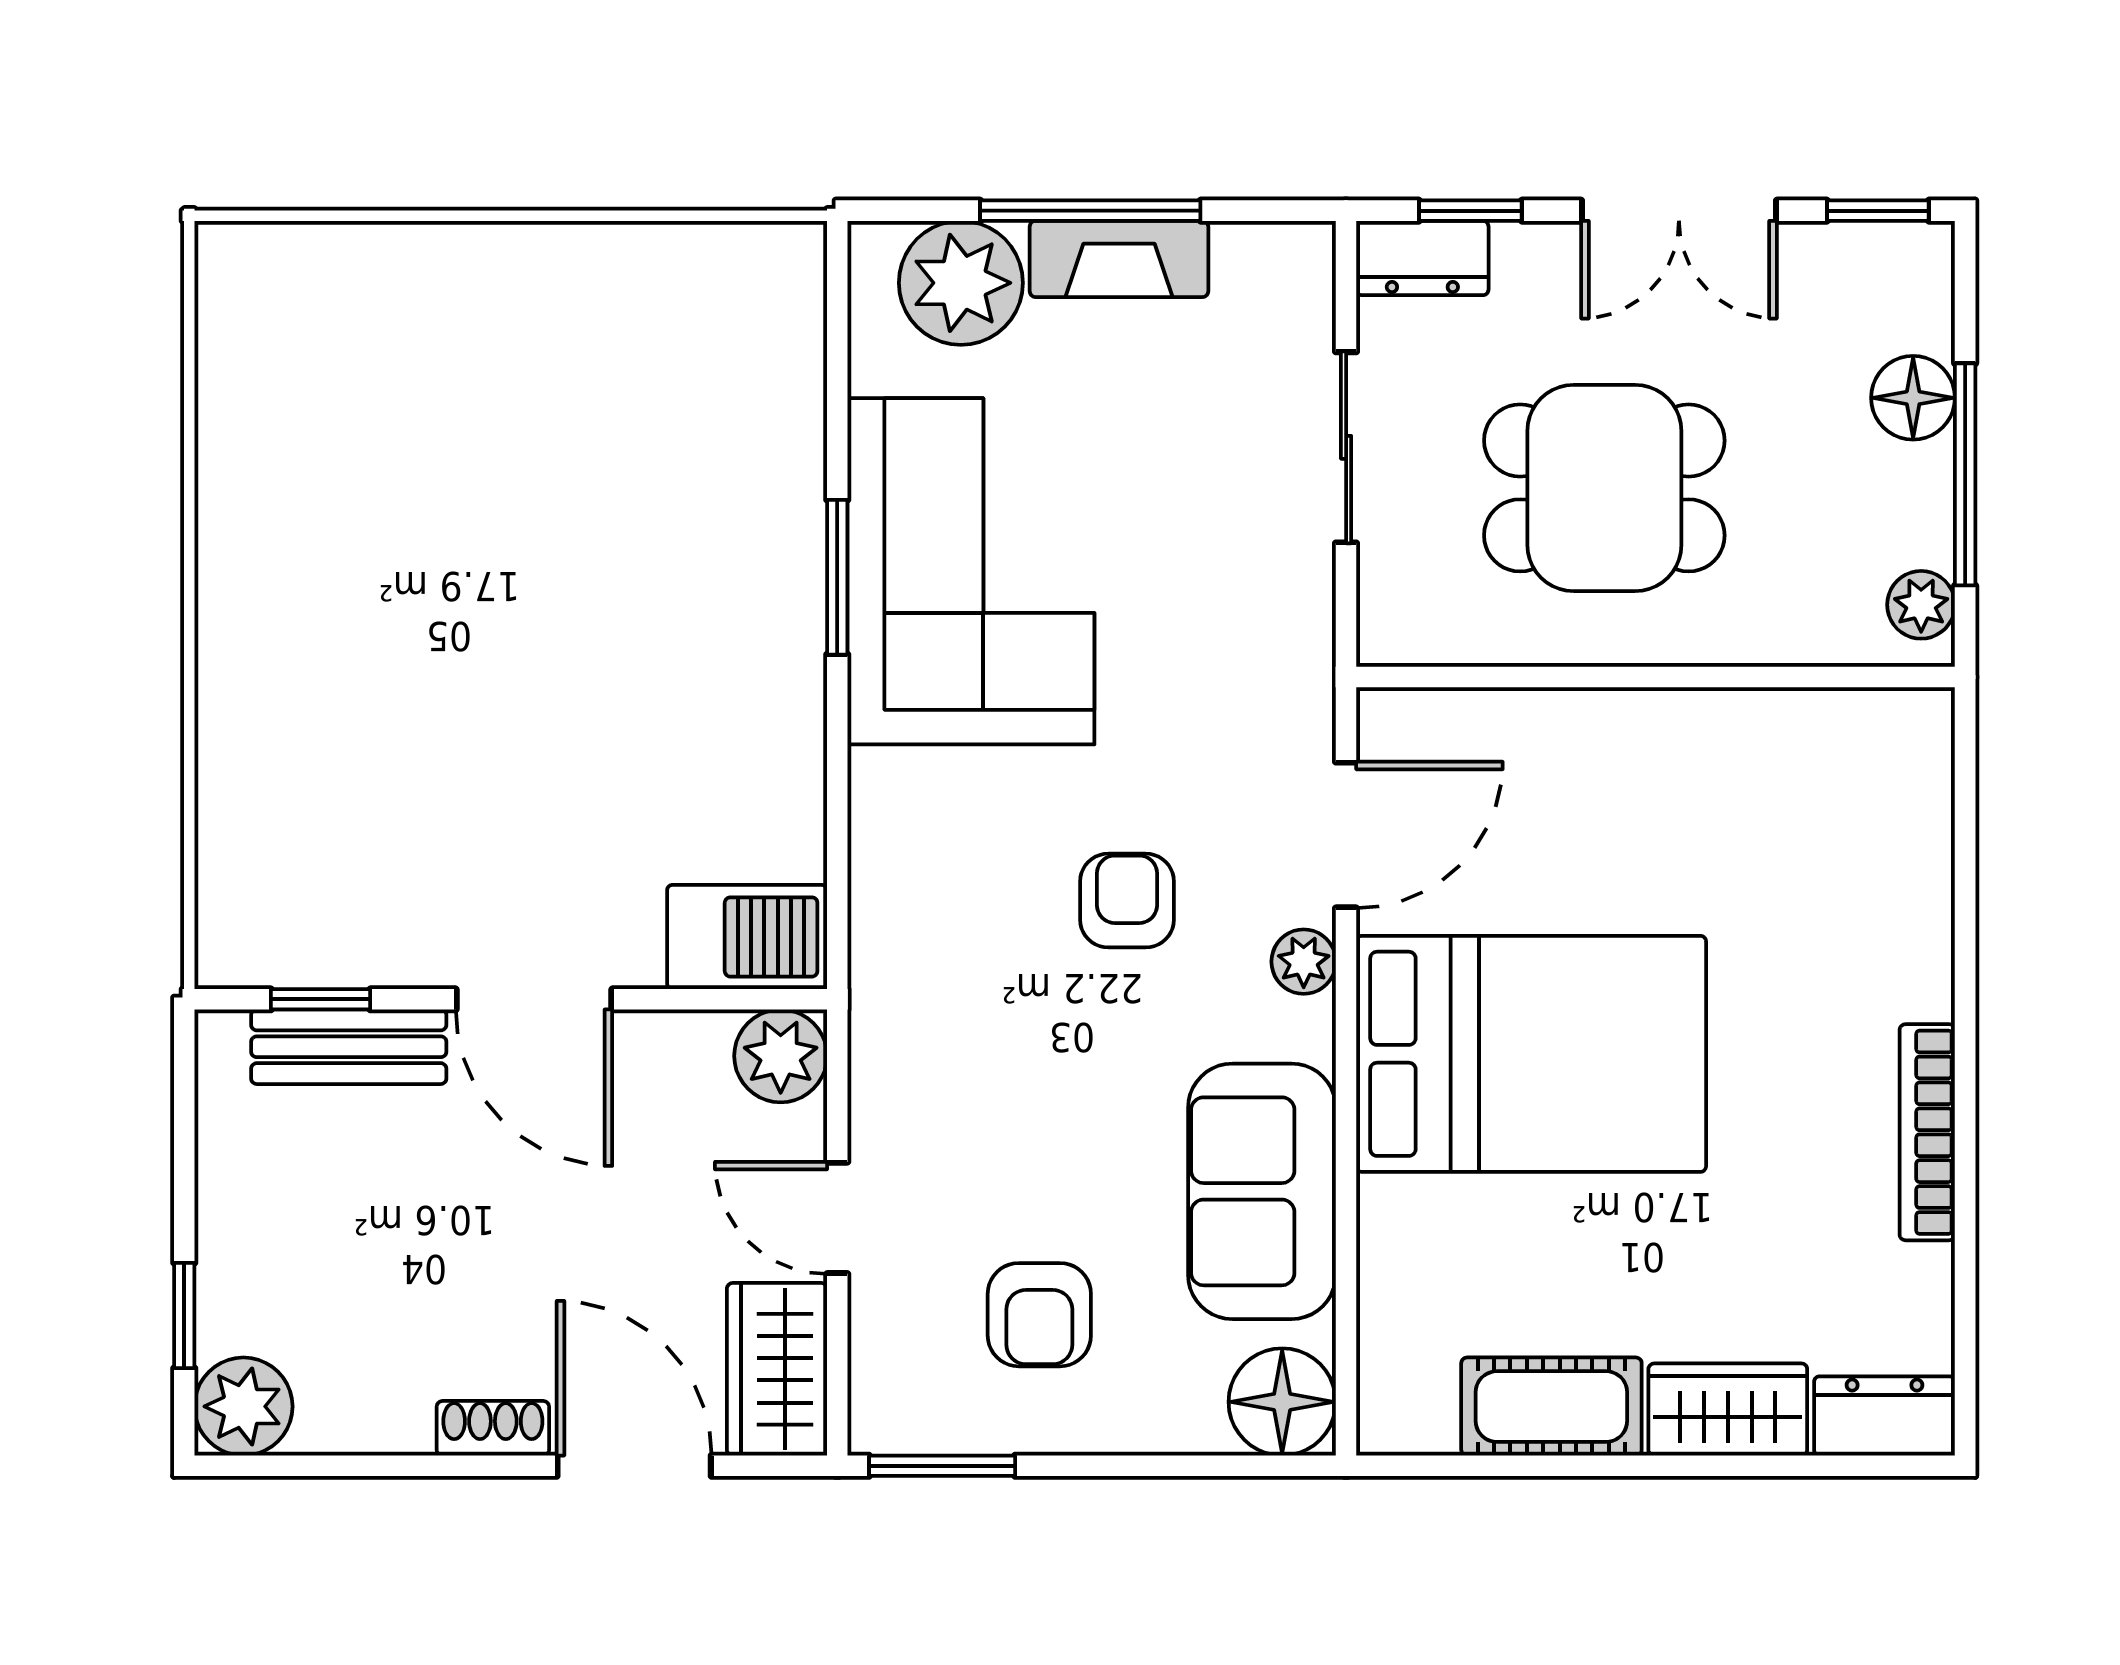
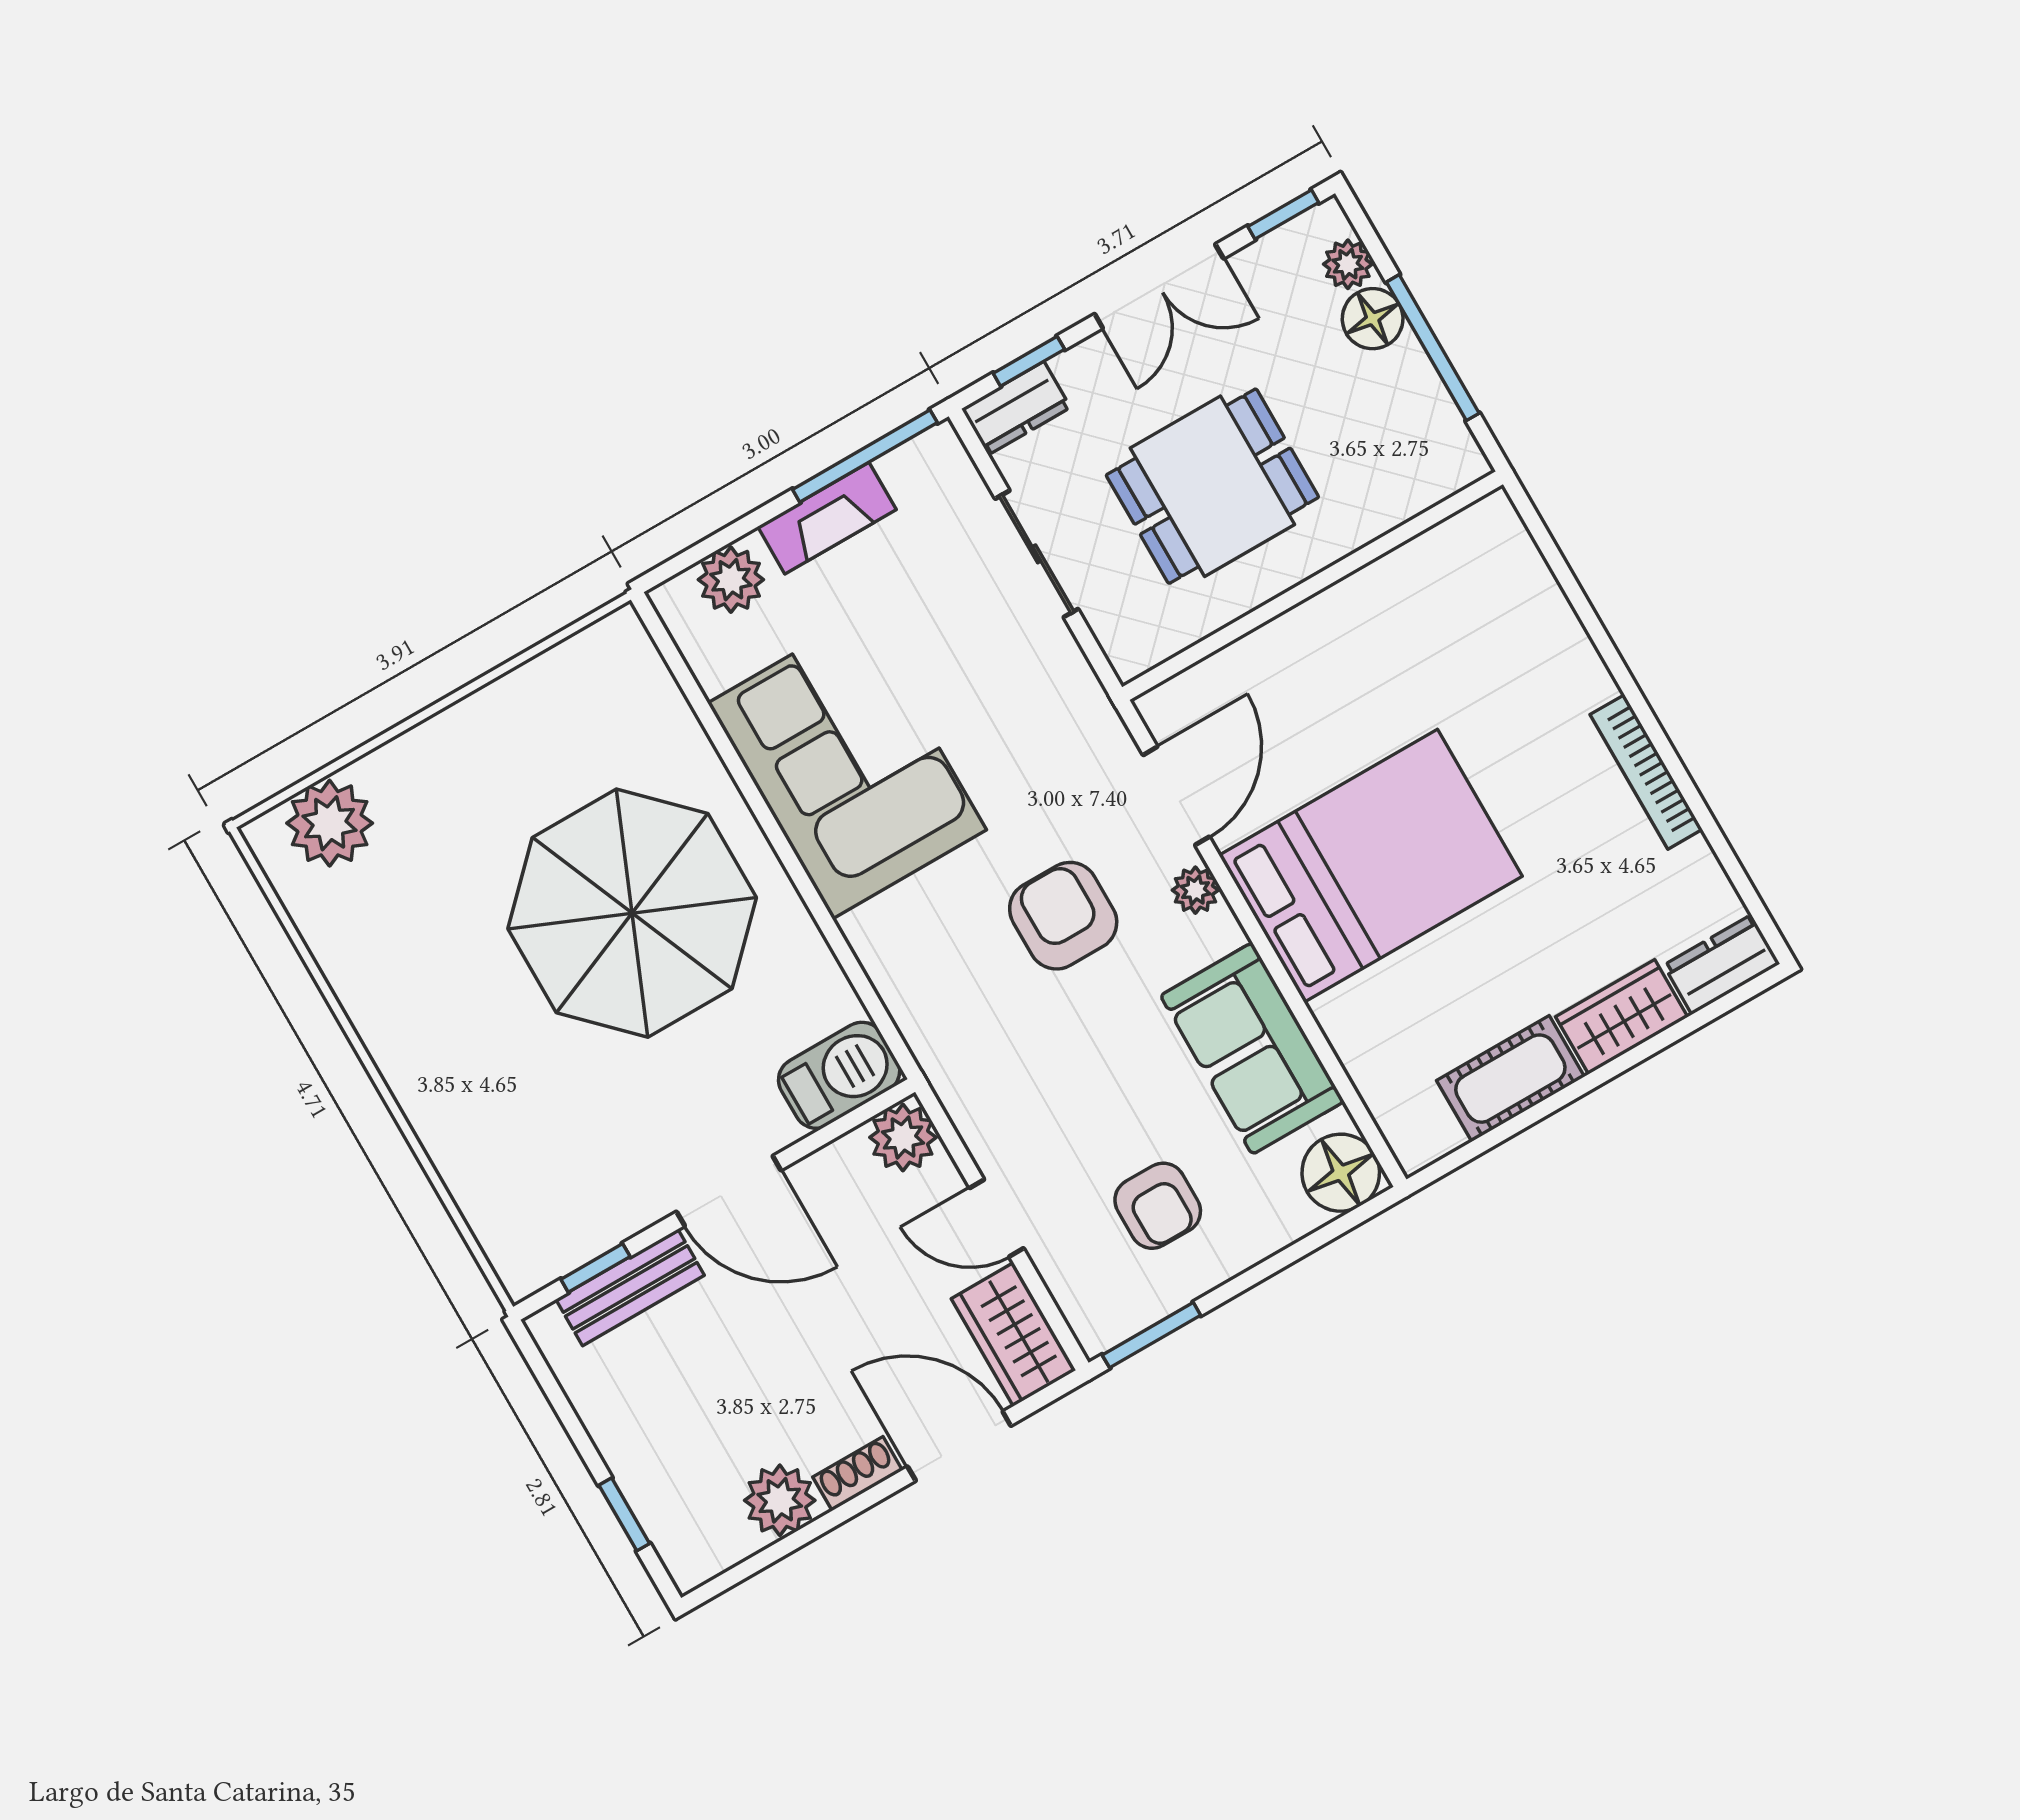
window: (1090, 211) -> (865, 456), moved
plant: (310, 280) -> (330, 823), added
plant: (961, 283) -> (731, 580), width x0.73, depth x0.73
window: (837, 577) -> (766, 818), removed
parasol: (611, 598) -> (632, 913), added
plant: (1921, 605) -> (1348, 264), moved
armchair: (1127, 901) -> (1063, 916), width x1.38, depth x1.38
plant: (243, 1406) -> (780, 1500), moved

